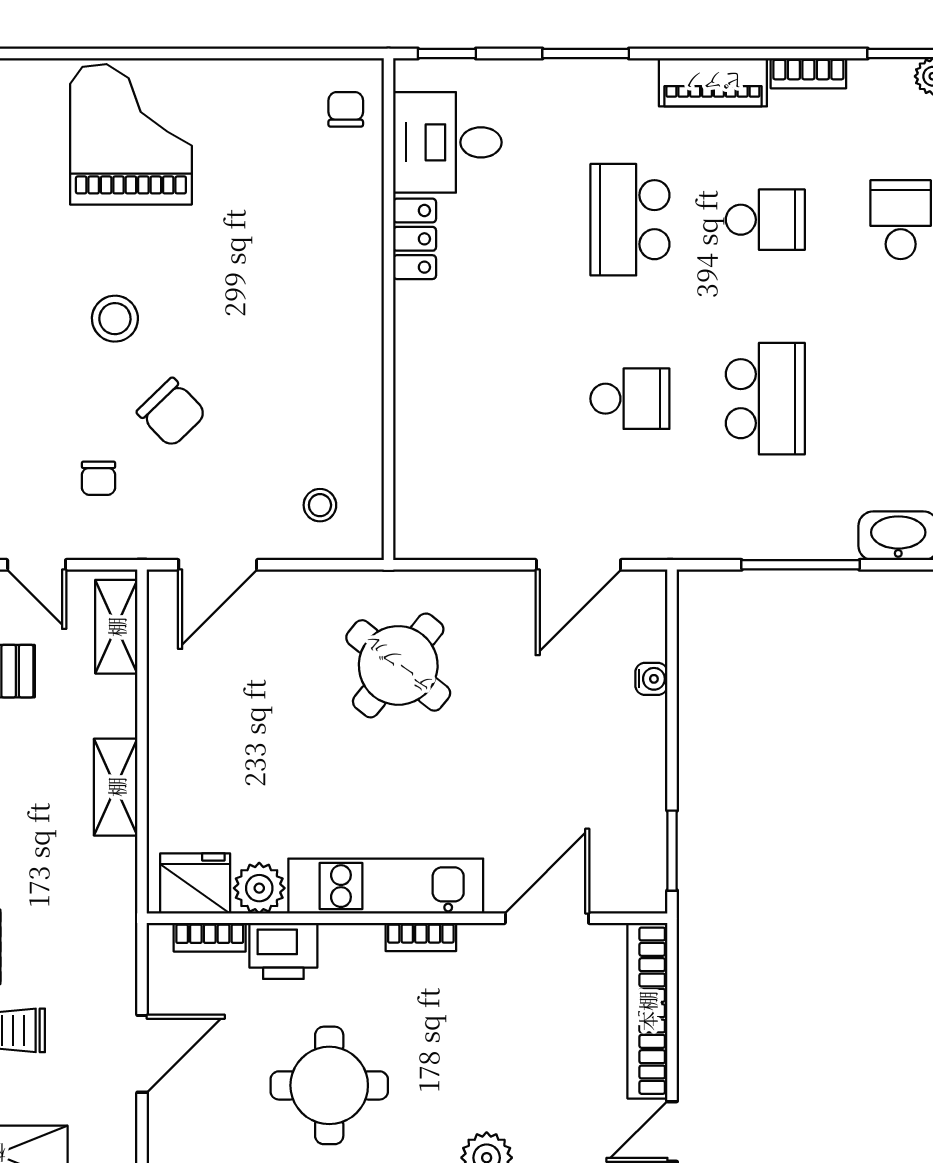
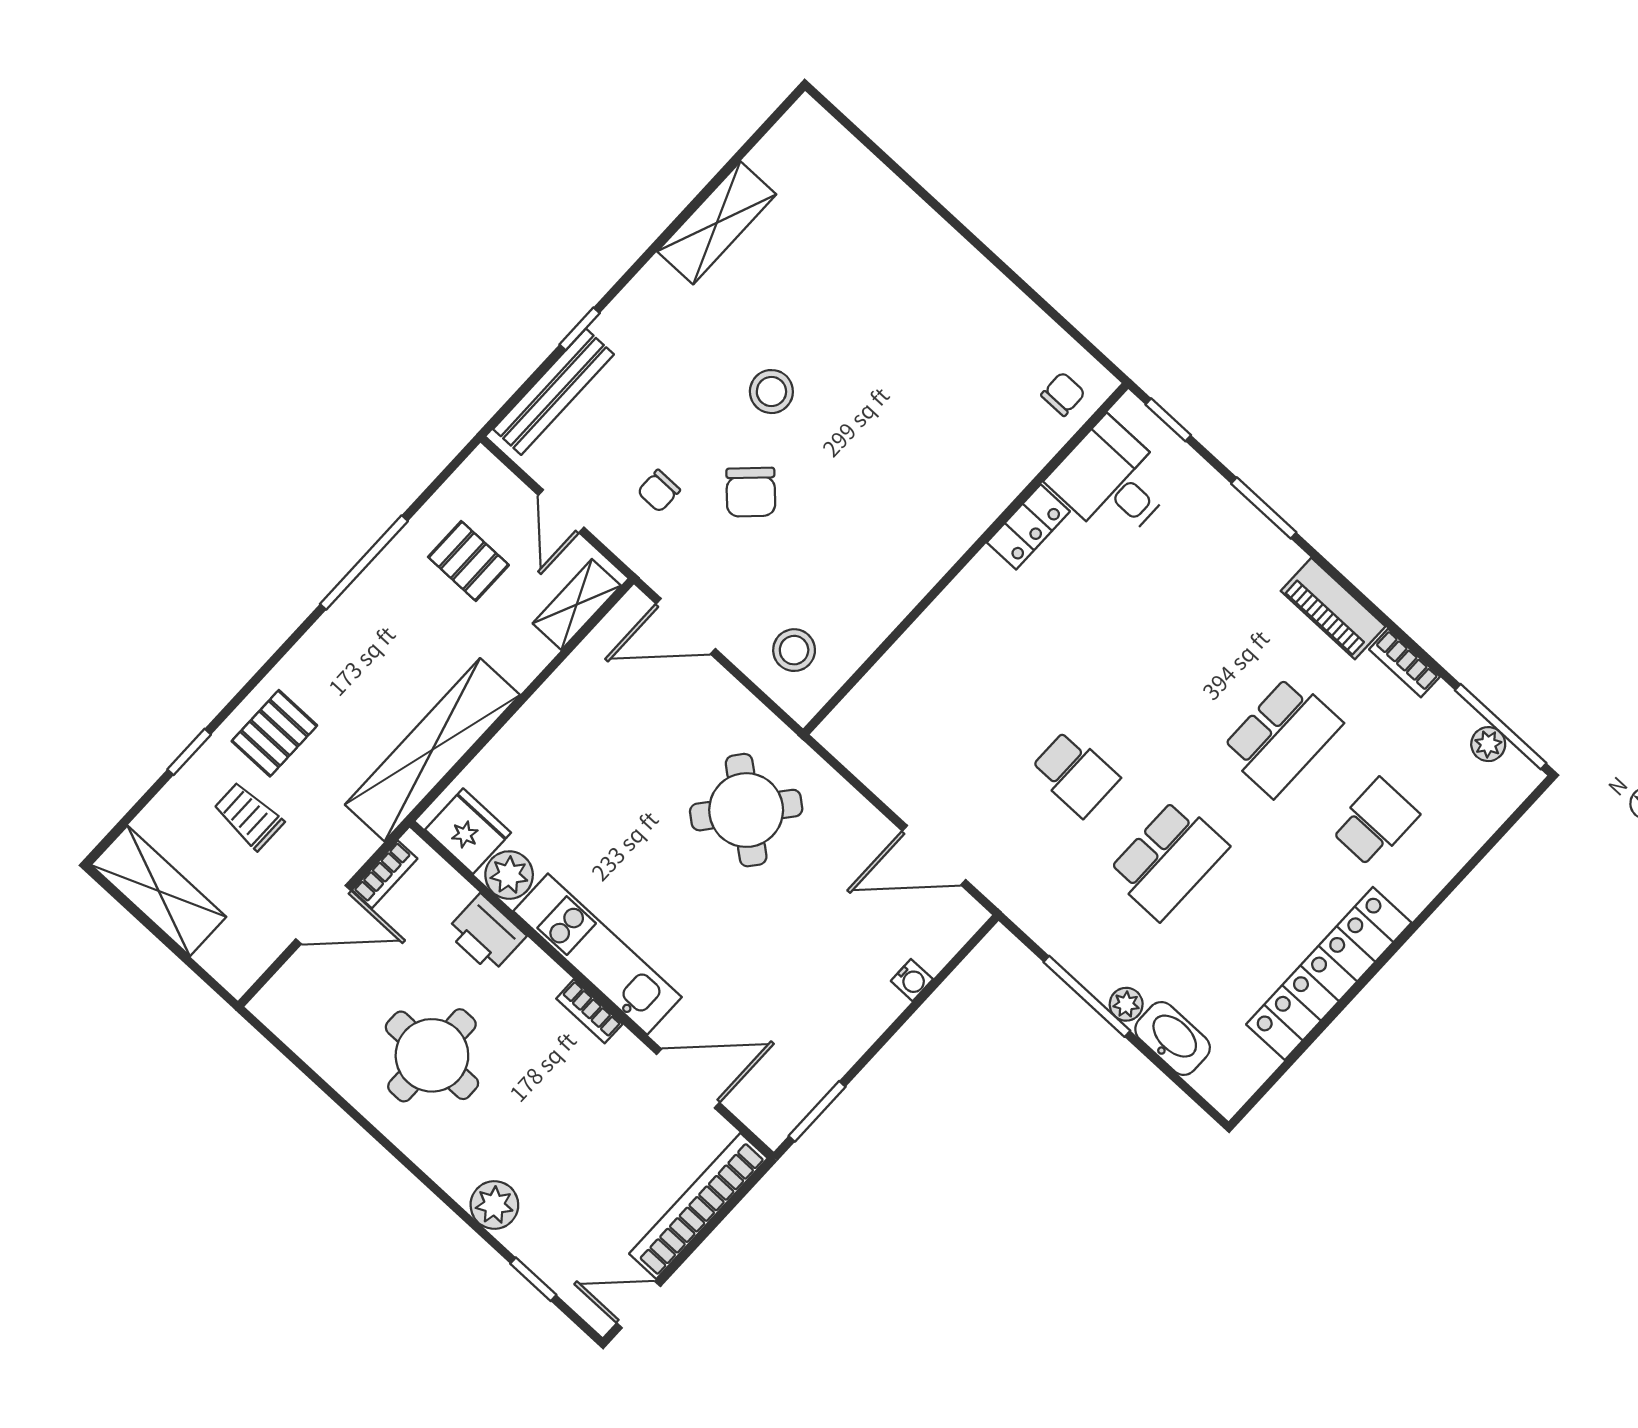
grand piano: (131, 134) -> (899, 275), removed
school desk: (630, 220) -> (1189, 650), removed
school desk: (765, 220) -> (1282, 736), width x1.85
stool: (320, 505) -> (794, 650), width x1.37, depth x1.37
plant: (837, 543) -> (1126, 1004), added
shelving: (116, 787) -> (432, 750), width x2.20, depth x1.33
bookcase: (210, 937) -> (385, 874), moved, turned -90

